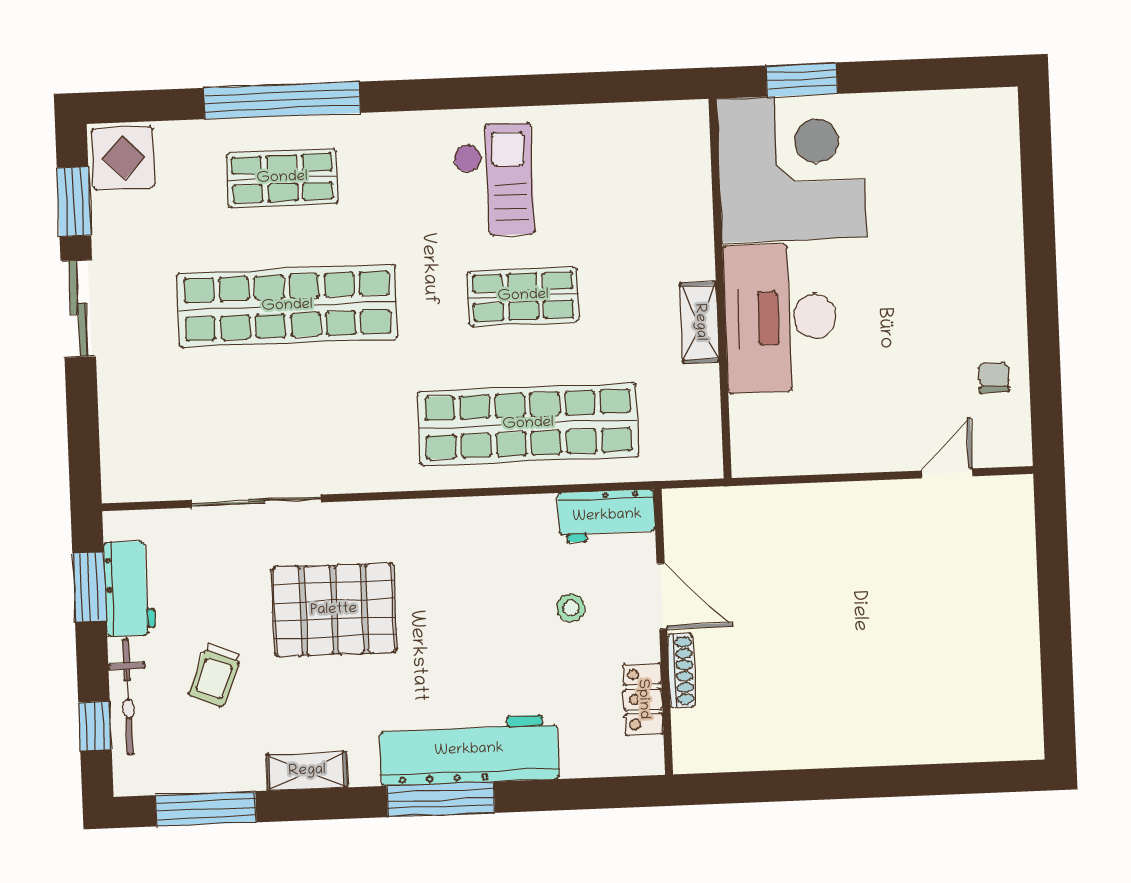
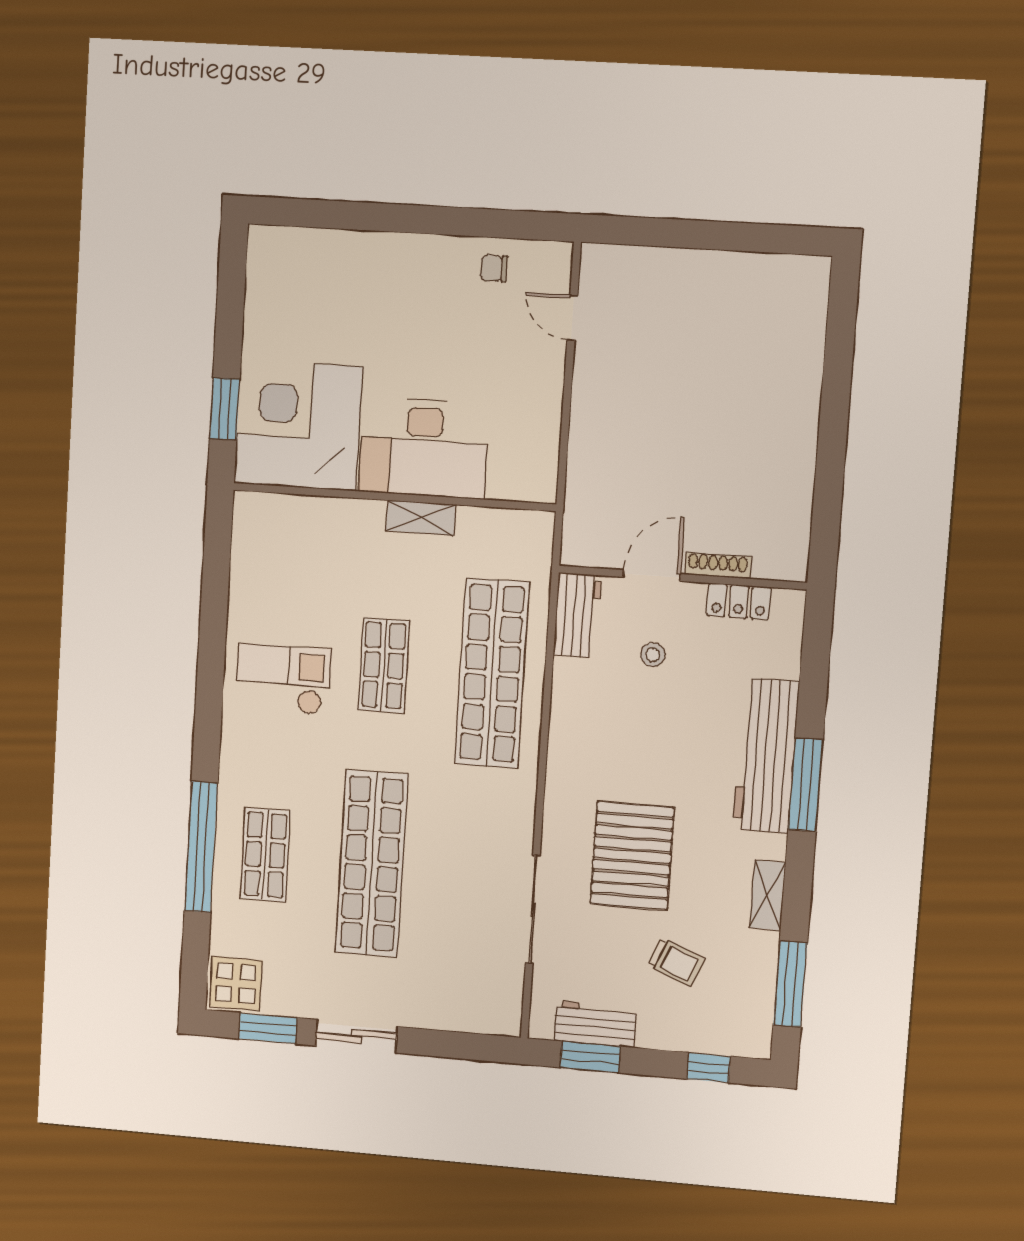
bicycle: (128, 697) -> (687, 1037), removed

